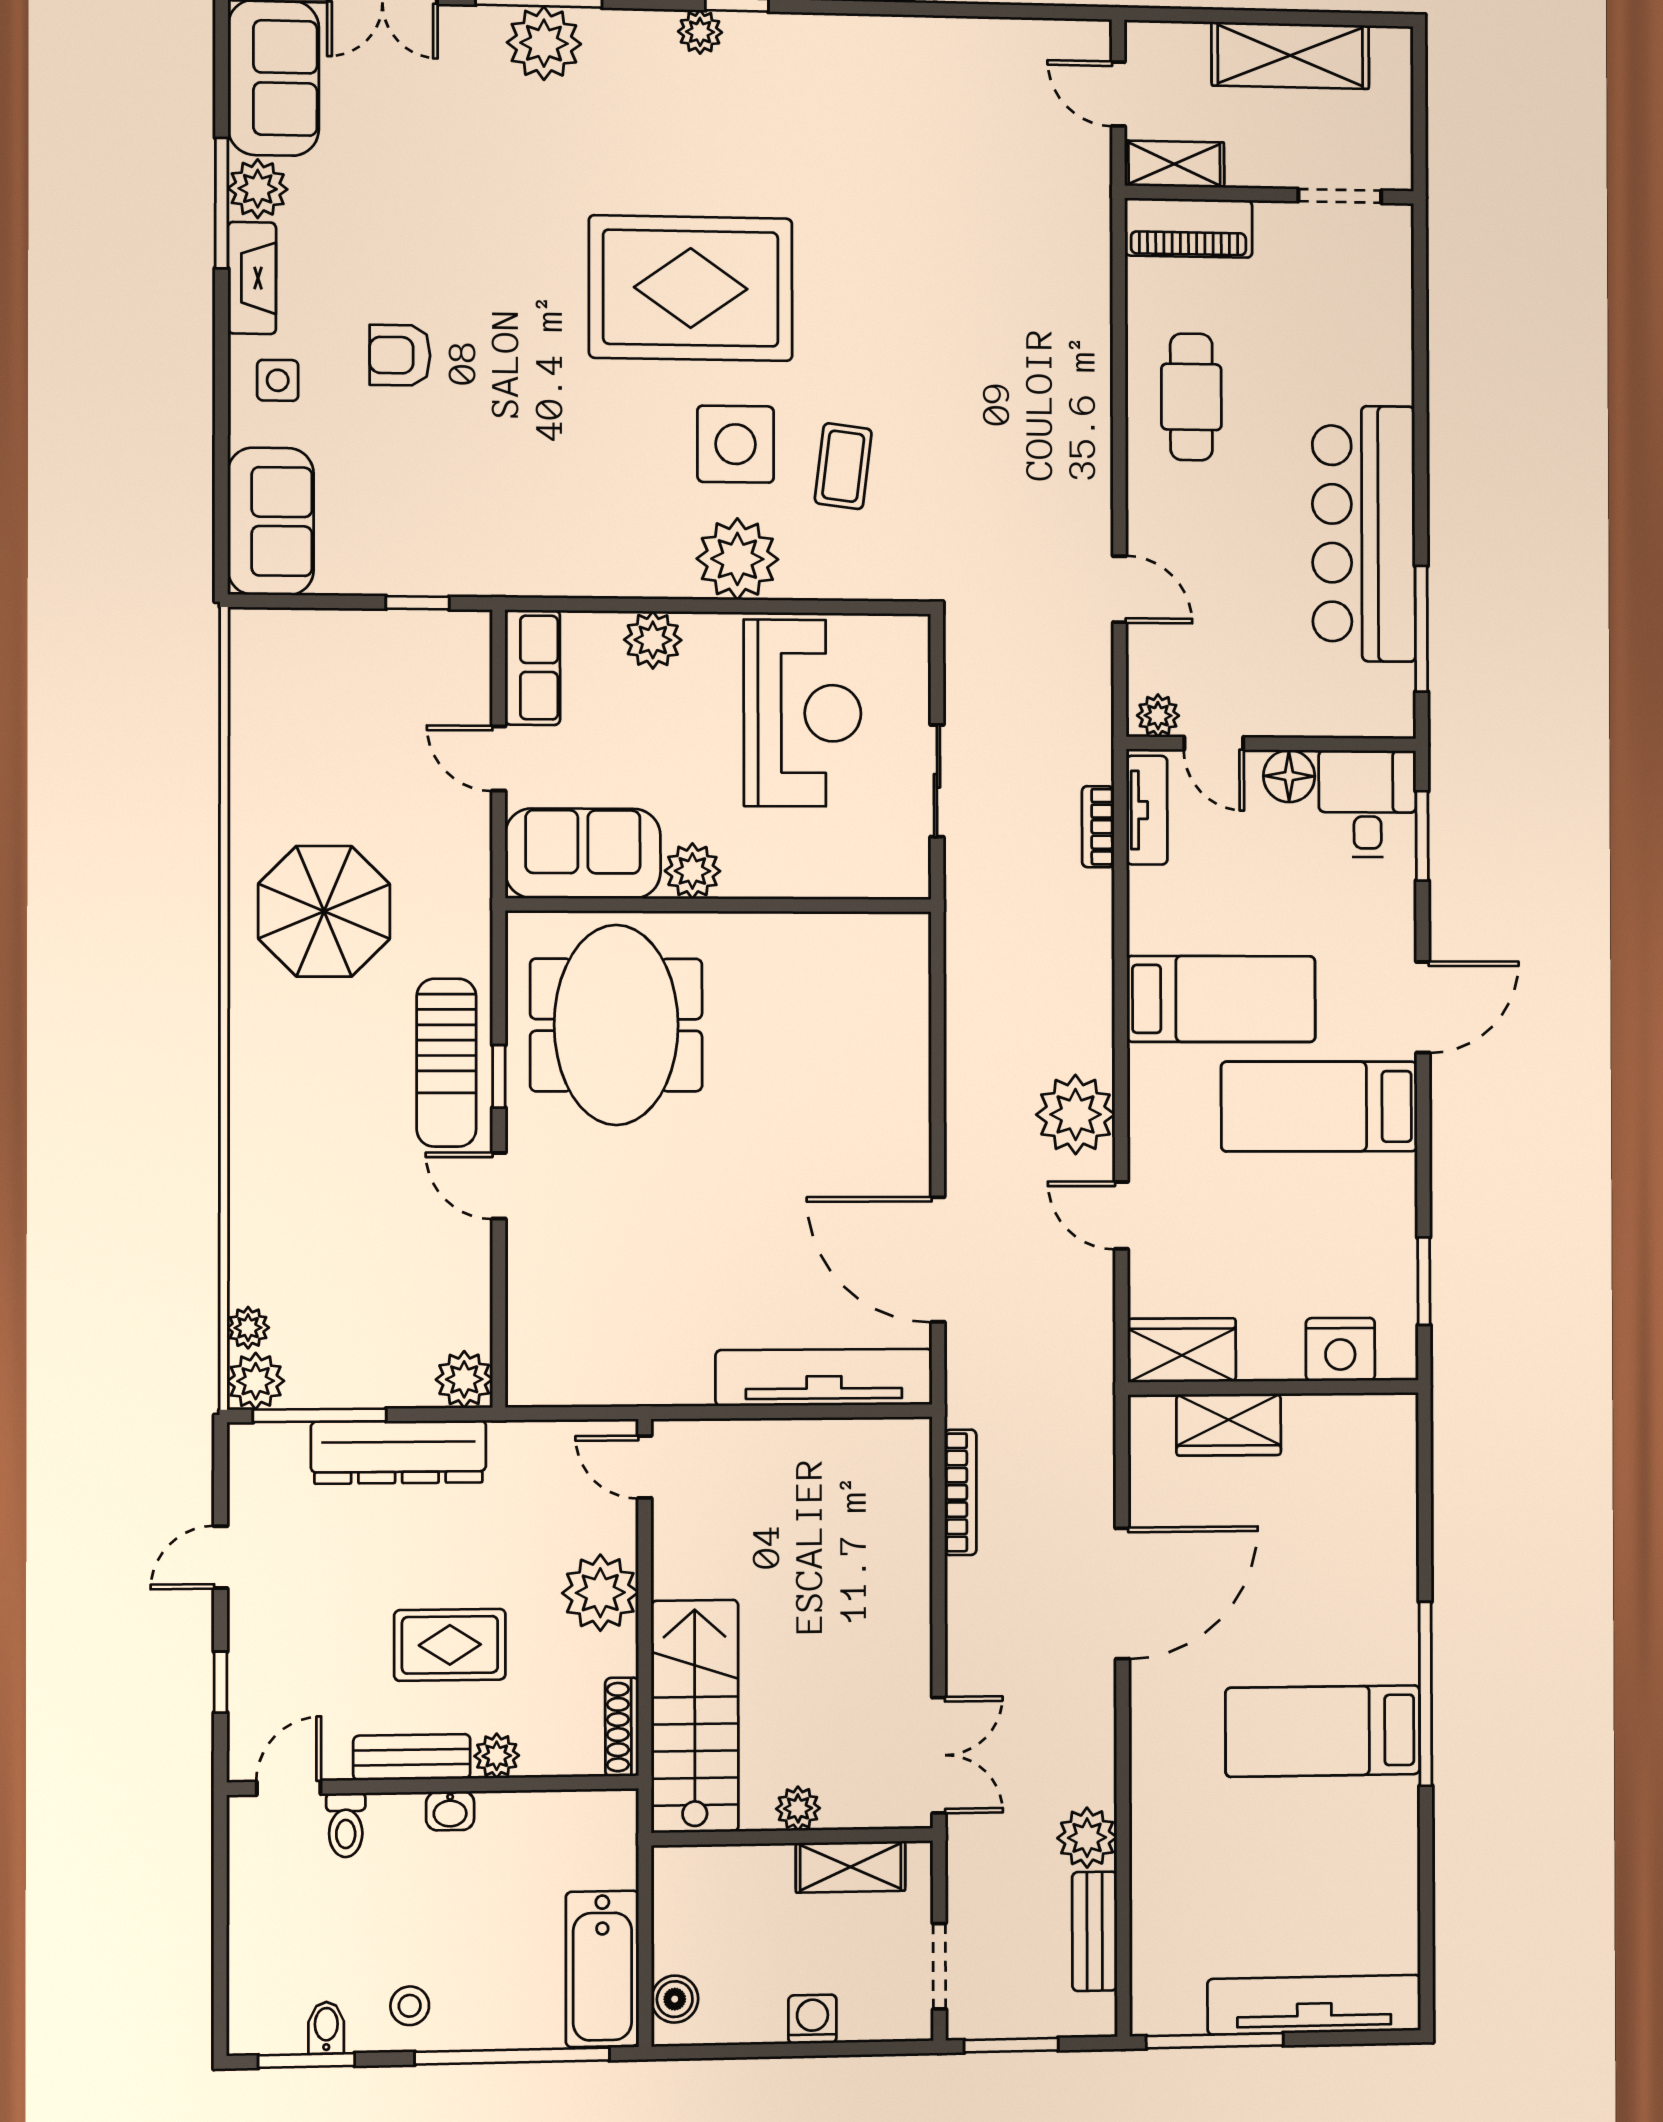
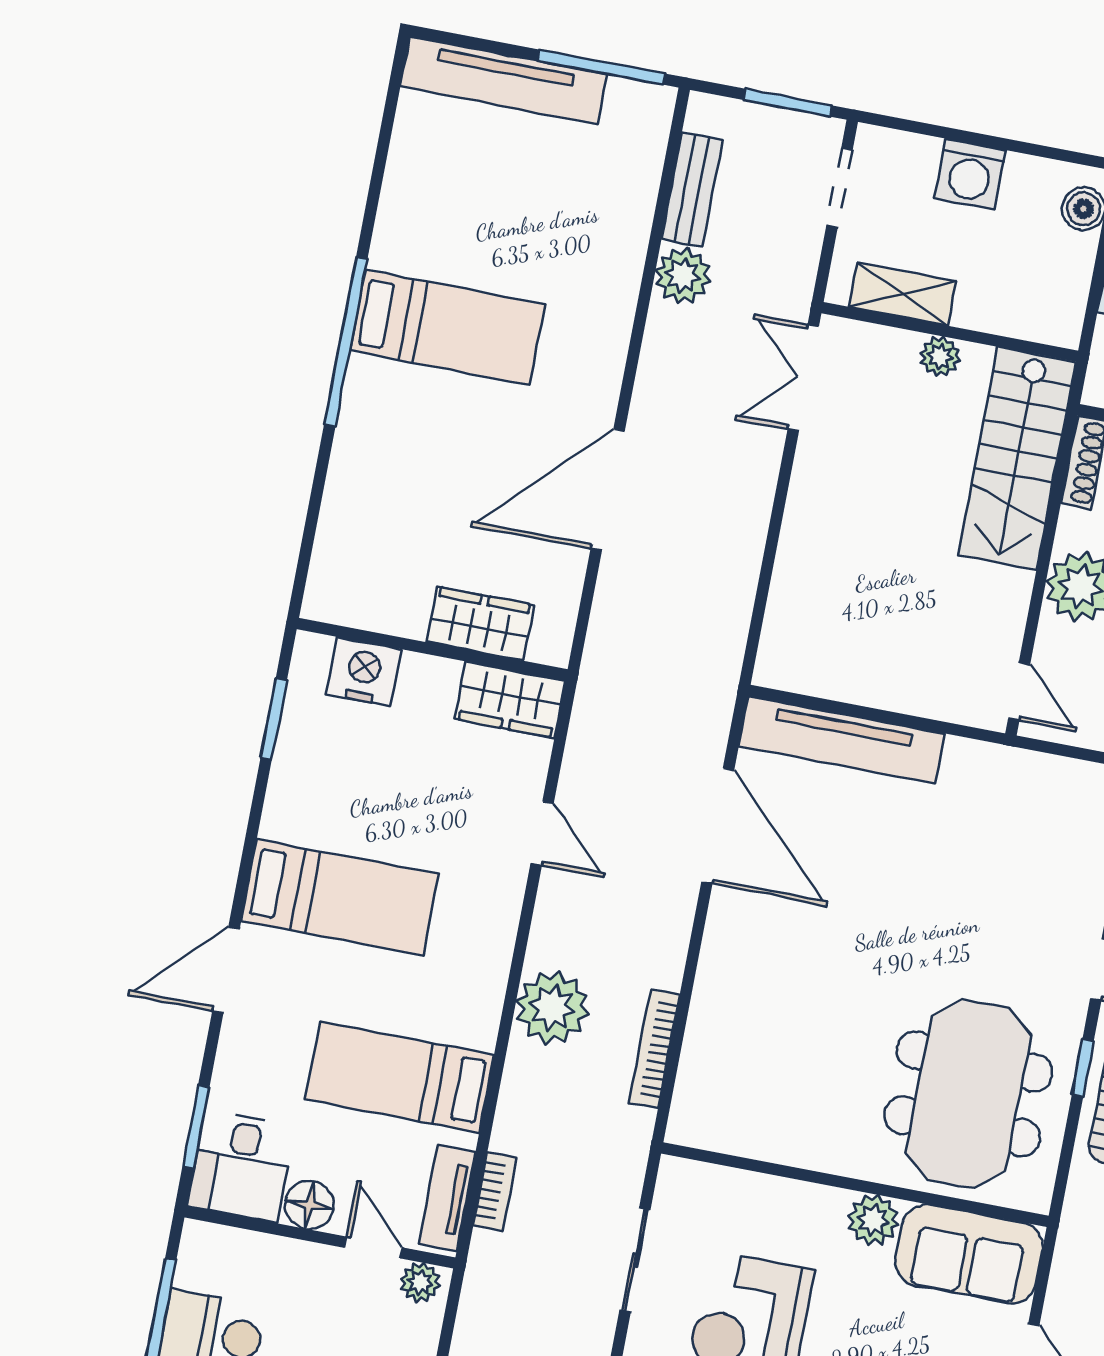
bed: (1221, 999) -> (400, 1077), moved
plant: (1076, 1114) -> (552, 1008), moved
bookcase: (960, 1492) -> (654, 1049), moved
washing machine: (812, 2019) -> (970, 174), width x1.38, depth x1.38

